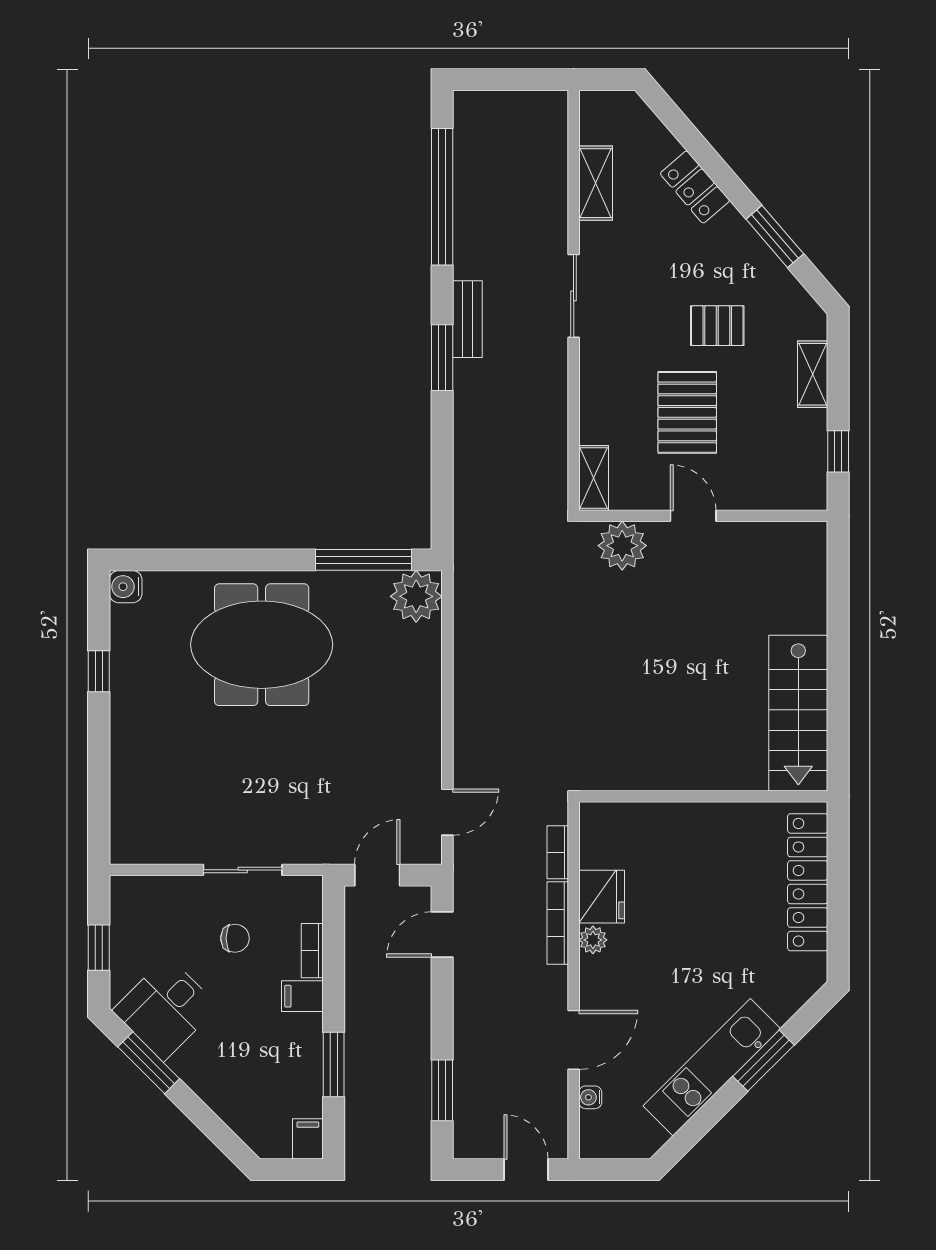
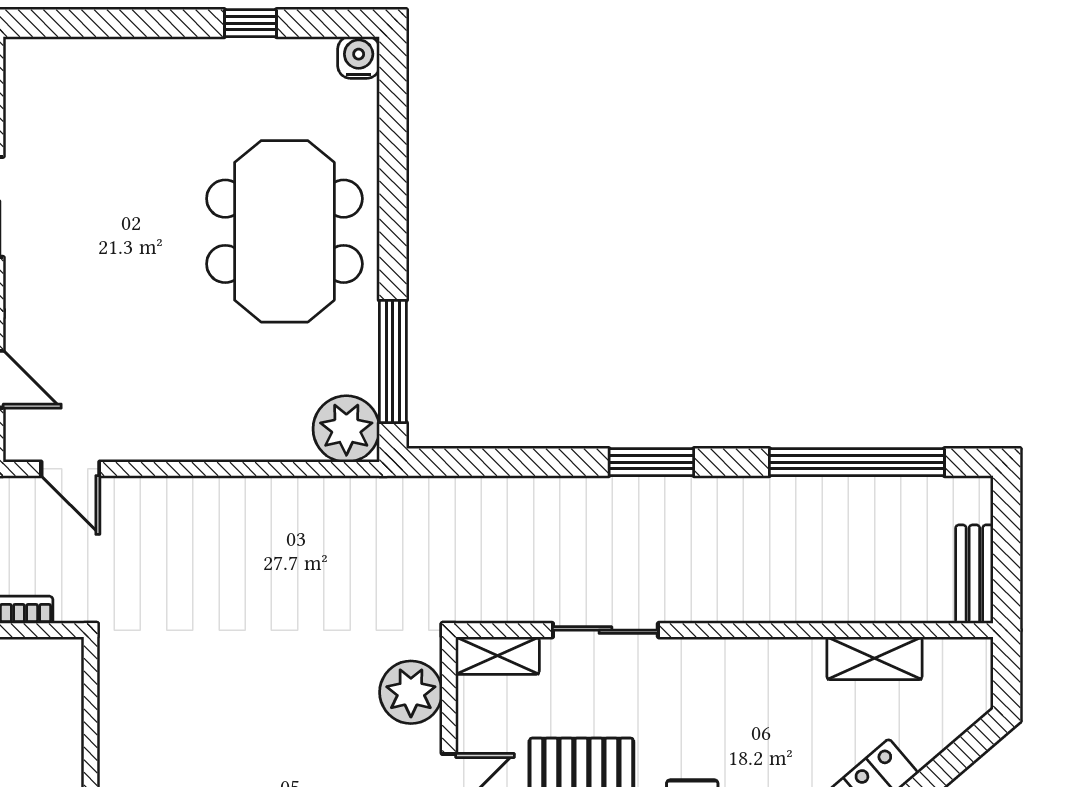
sliding door: (574, 296) -> (605, 630), moved
bench: (467, 319) -> (974, 574), moved, turned 90

